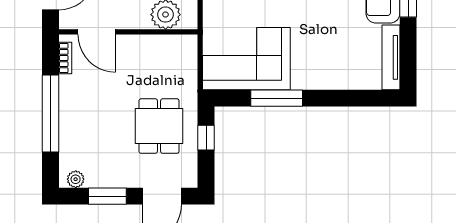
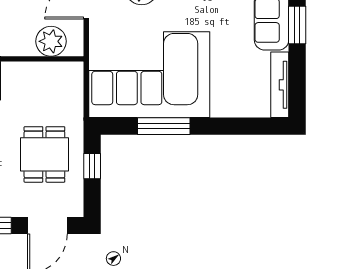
corner sofa: (246, 59) -> (149, 75), width x1.36, depth x1.36

